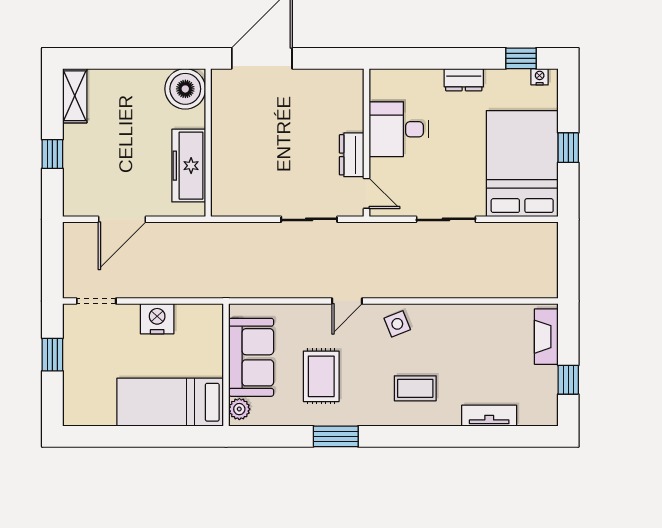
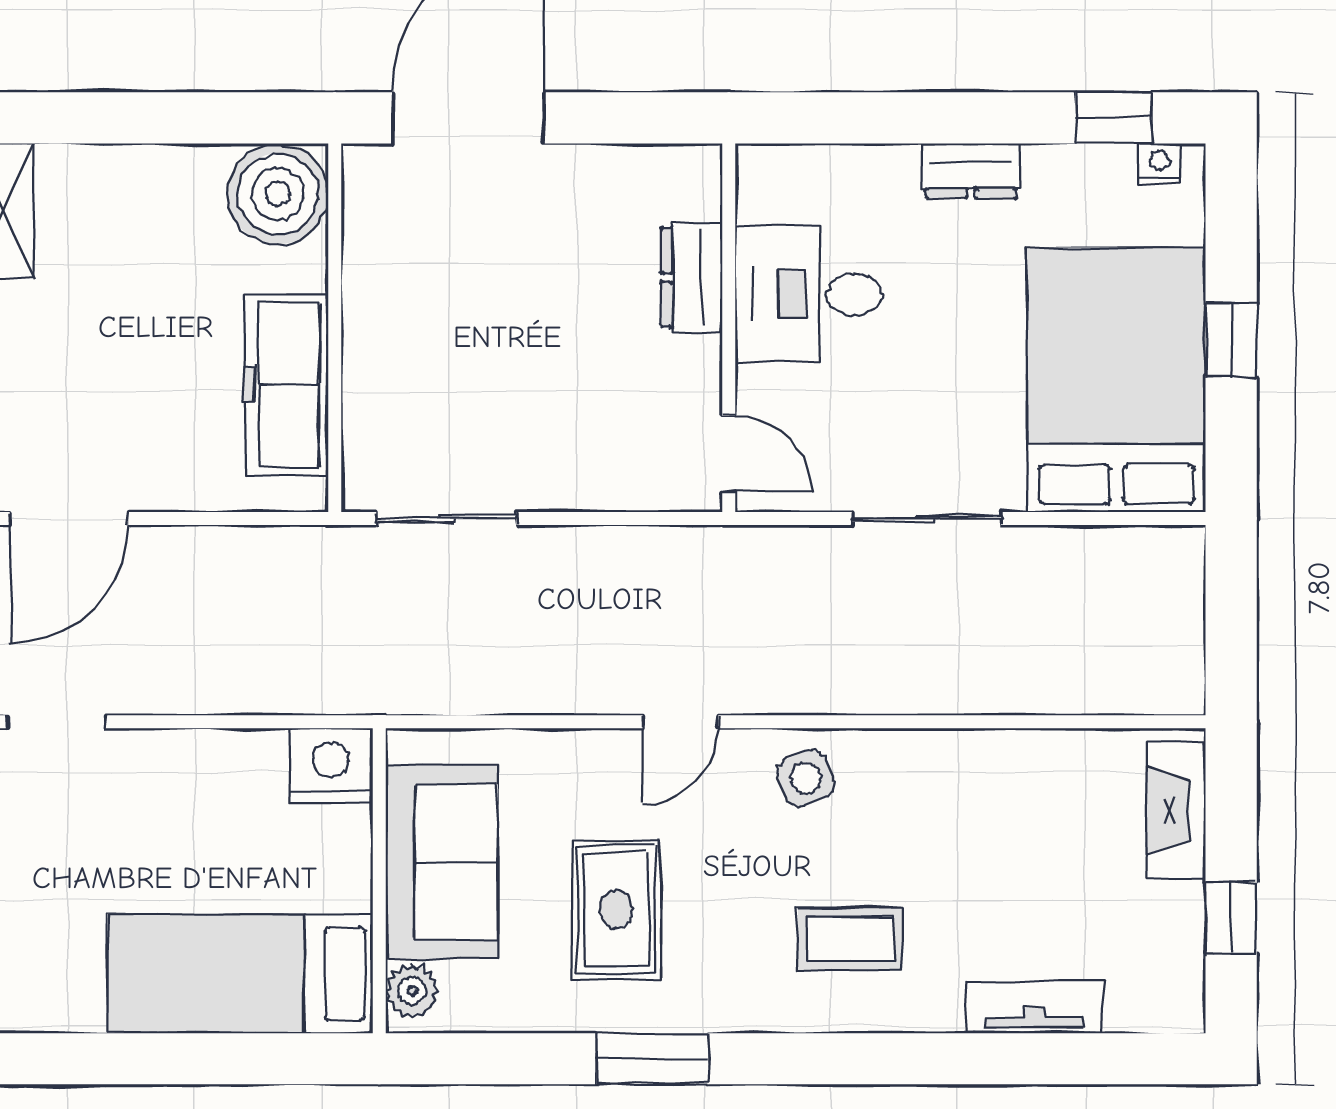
dresser: (352, 155) -> (692, 277), moved
door: (122, 219) -> (69, 518), moved
sliding door: (309, 219) -> (446, 518), moved
nightstand: (157, 319) -> (331, 766), moved

